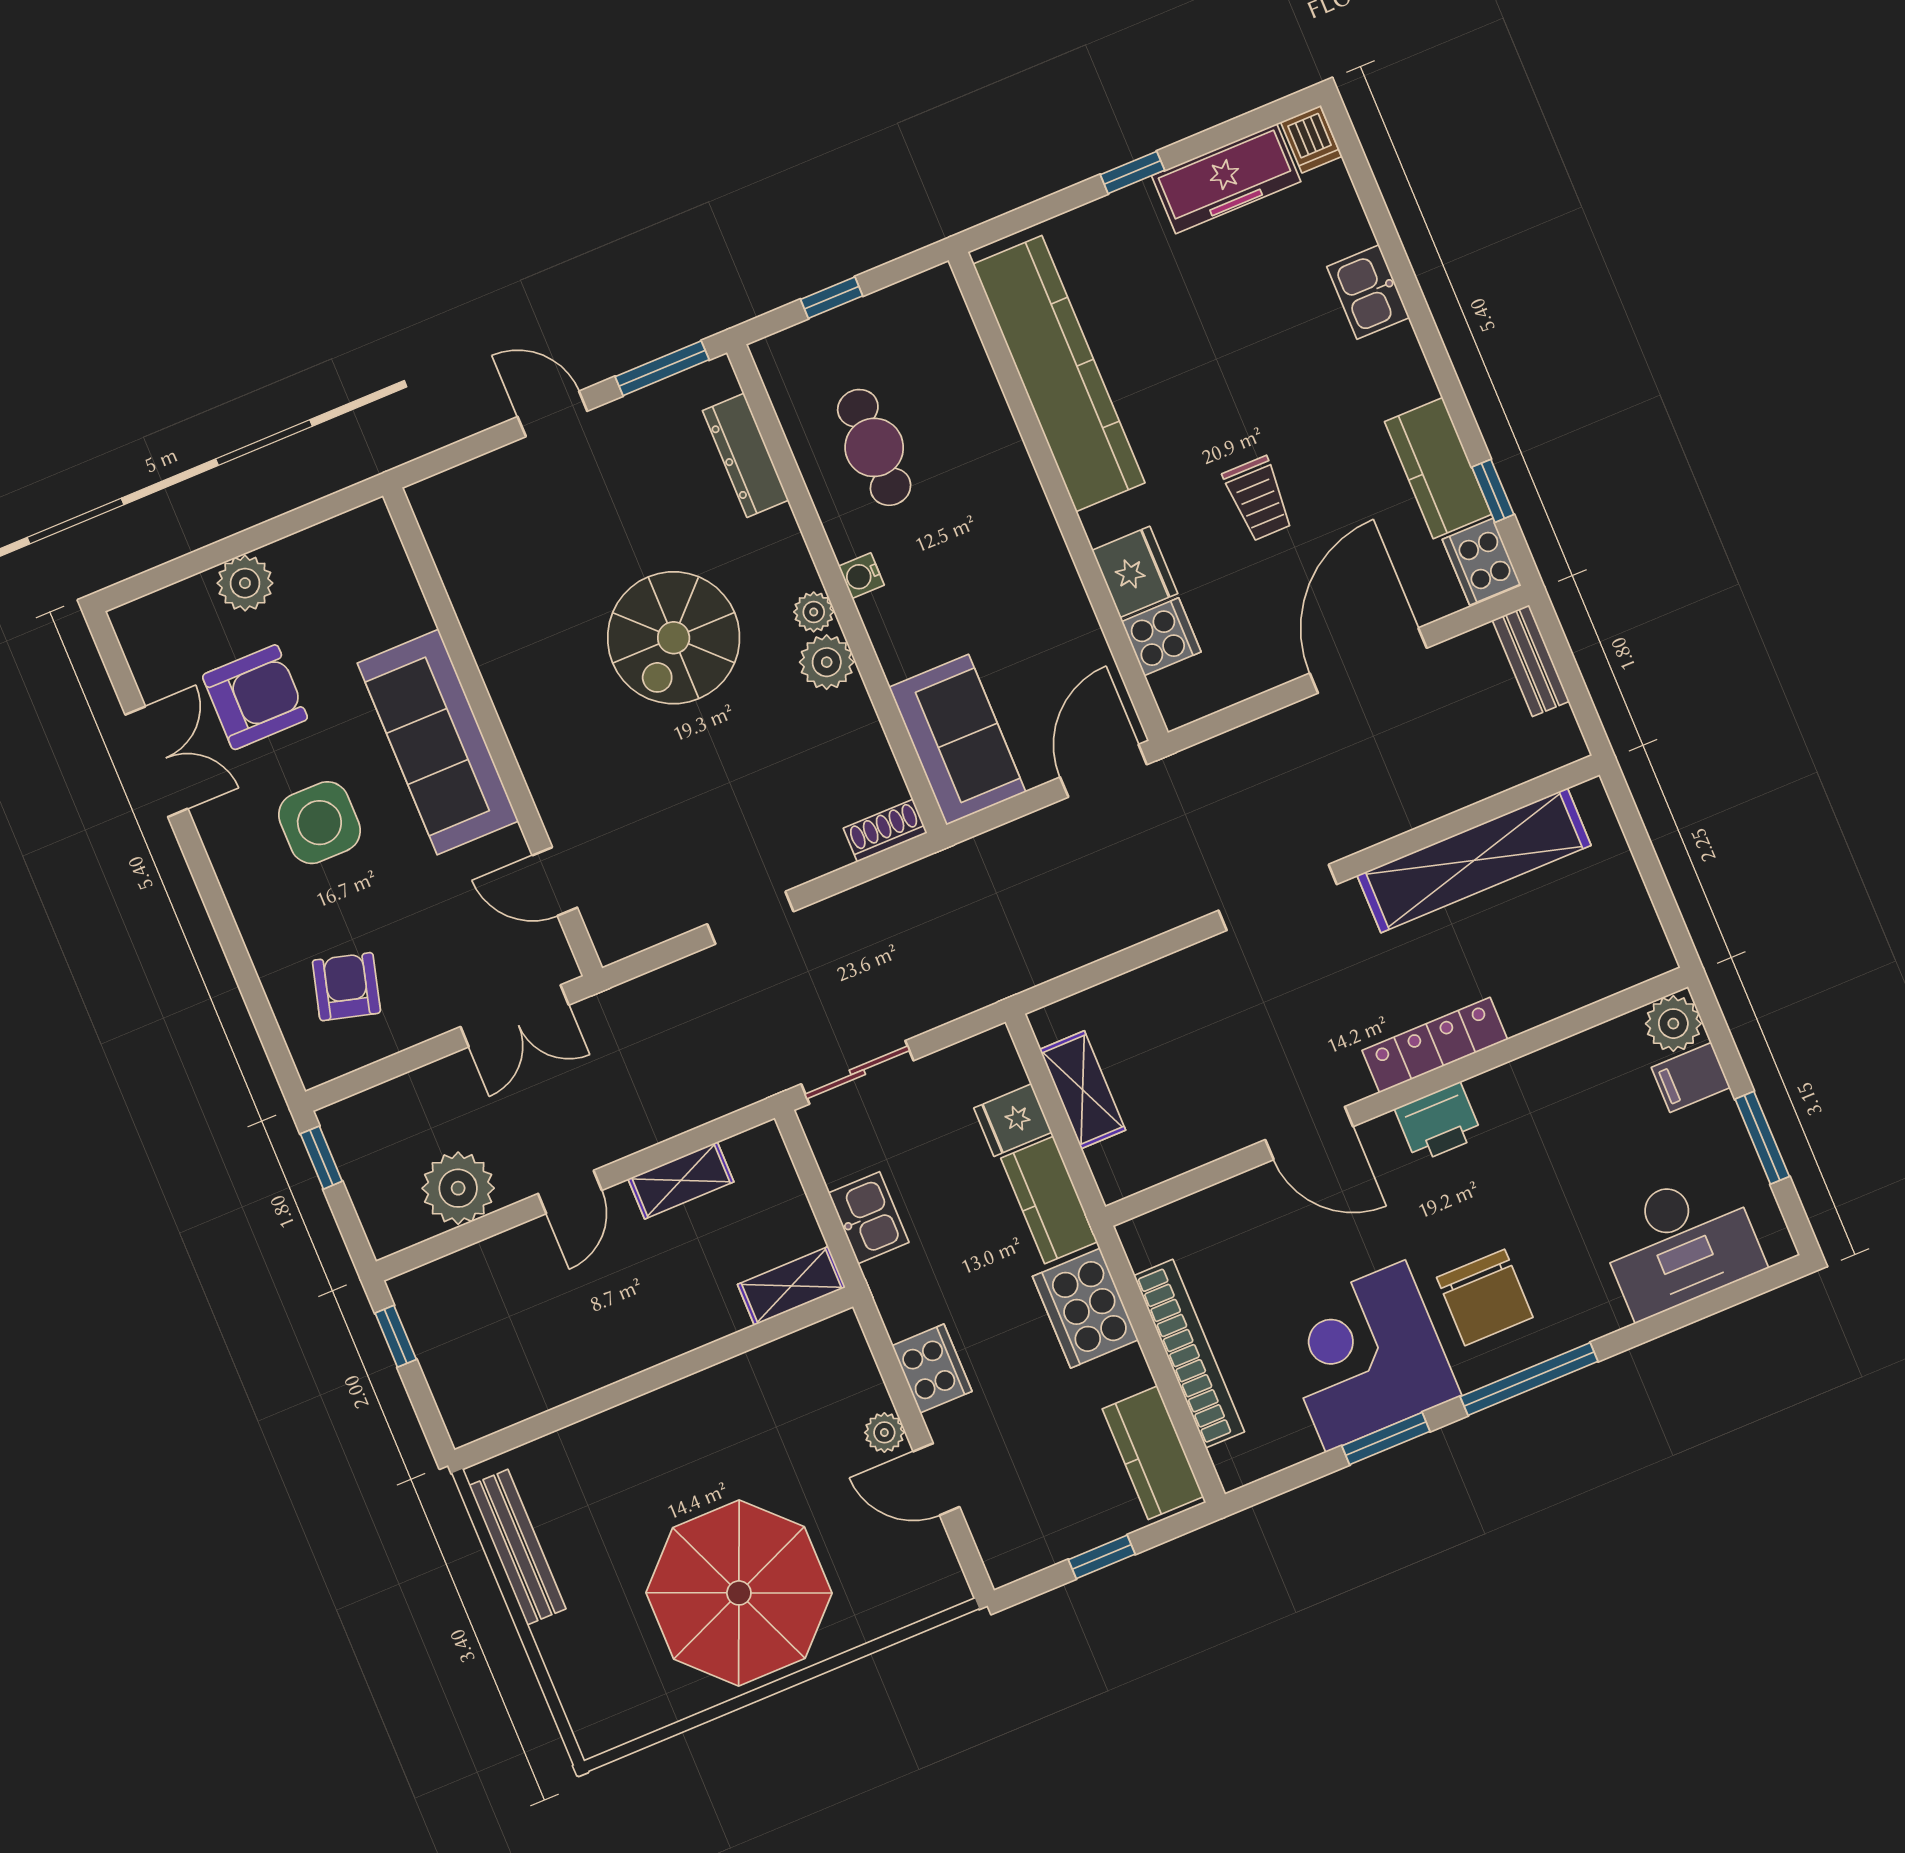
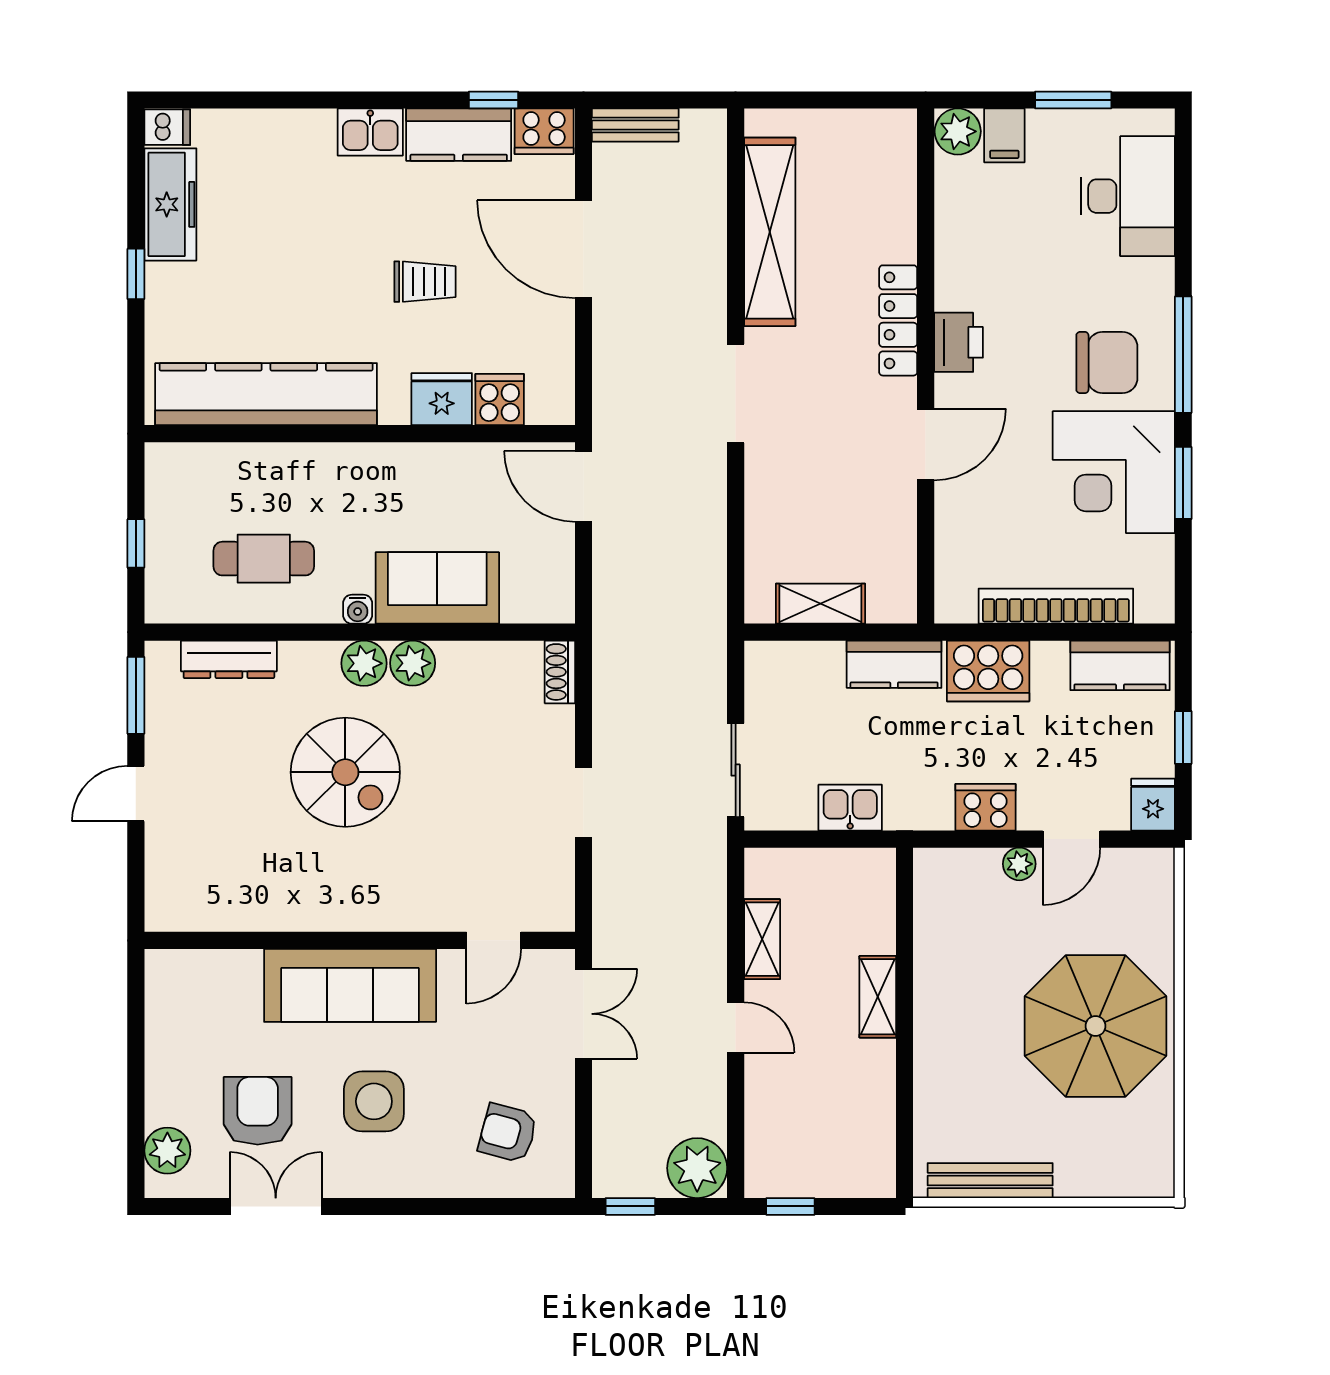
kitchen sink: (1368, 292) -> (370, 132), moved
plant: (245, 583) -> (167, 1151), moved
plant: (814, 612) -> (364, 663), width x1.38, depth x1.38
sofa: (957, 740) -> (437, 588), moved
fridge: (1013, 1120) -> (1153, 805), moved, turned 180
plant: (458, 1188) -> (697, 1168), moved
shelving: (791, 1286) -> (878, 997), moved

